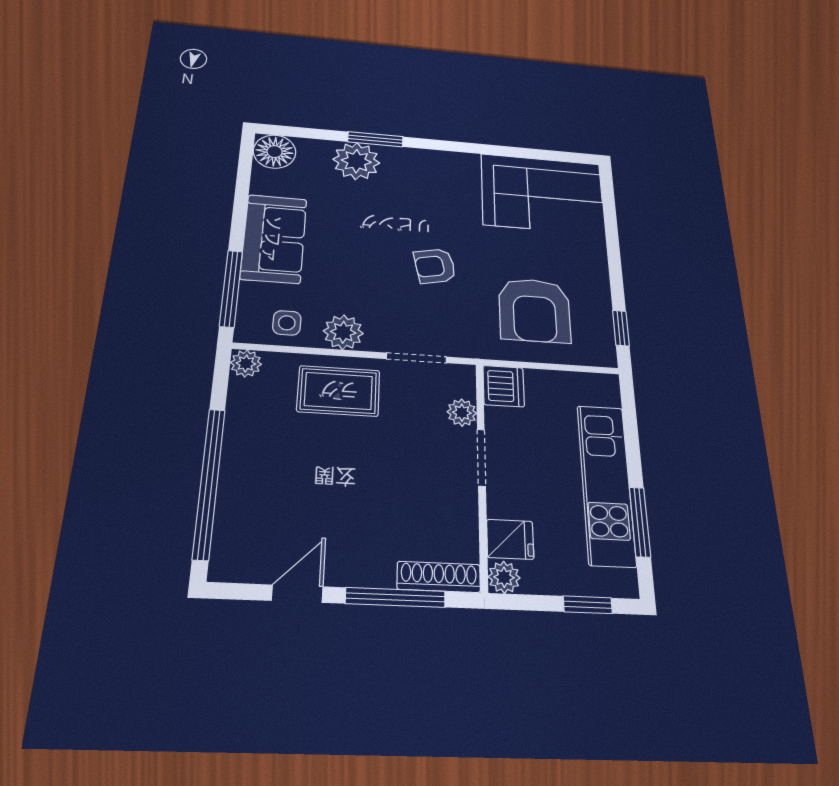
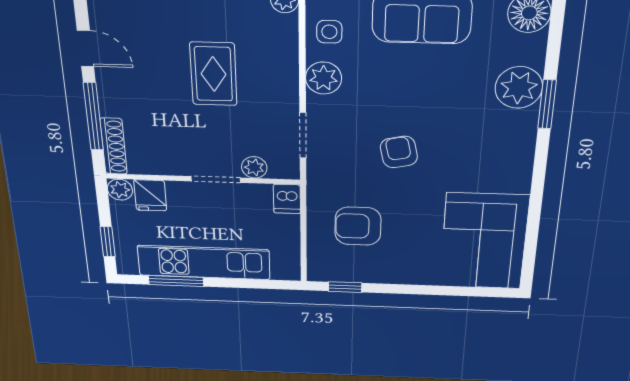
armchair: (534, 310) -> (358, 226), width x0.73, depth x0.73
dishwasher: (504, 386) -> (287, 199), width x0.73
rug: (339, 391) -> (214, 74), moved

